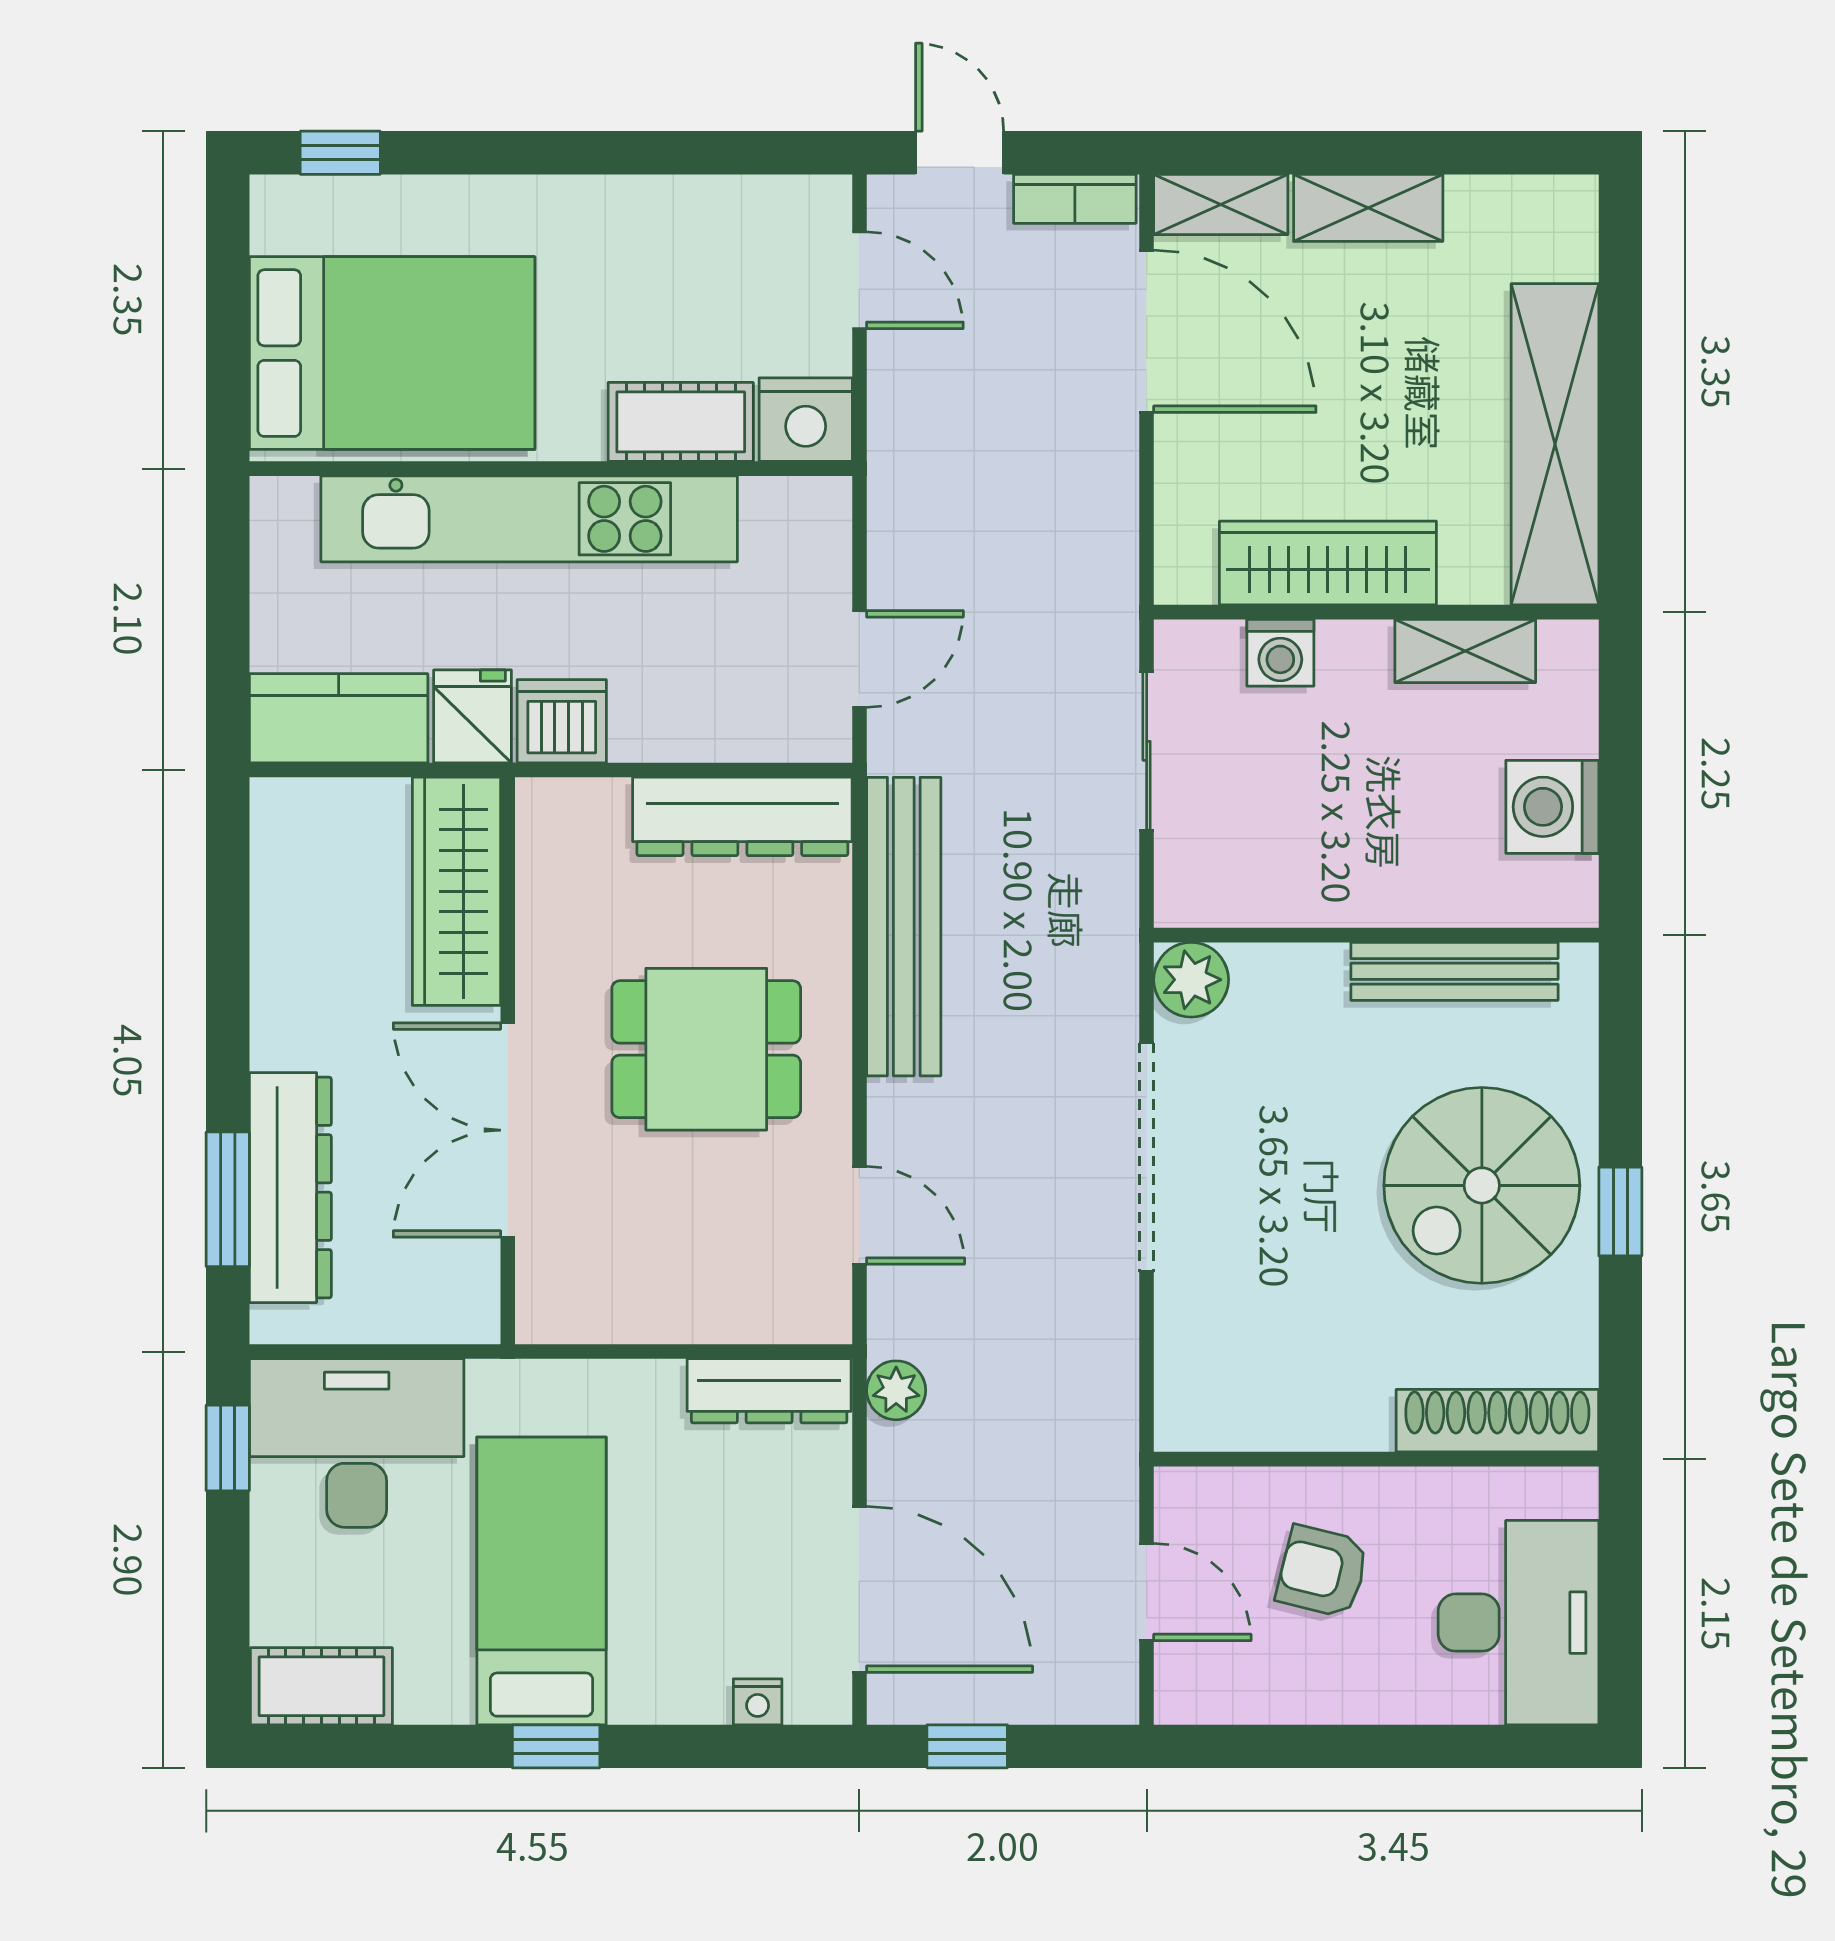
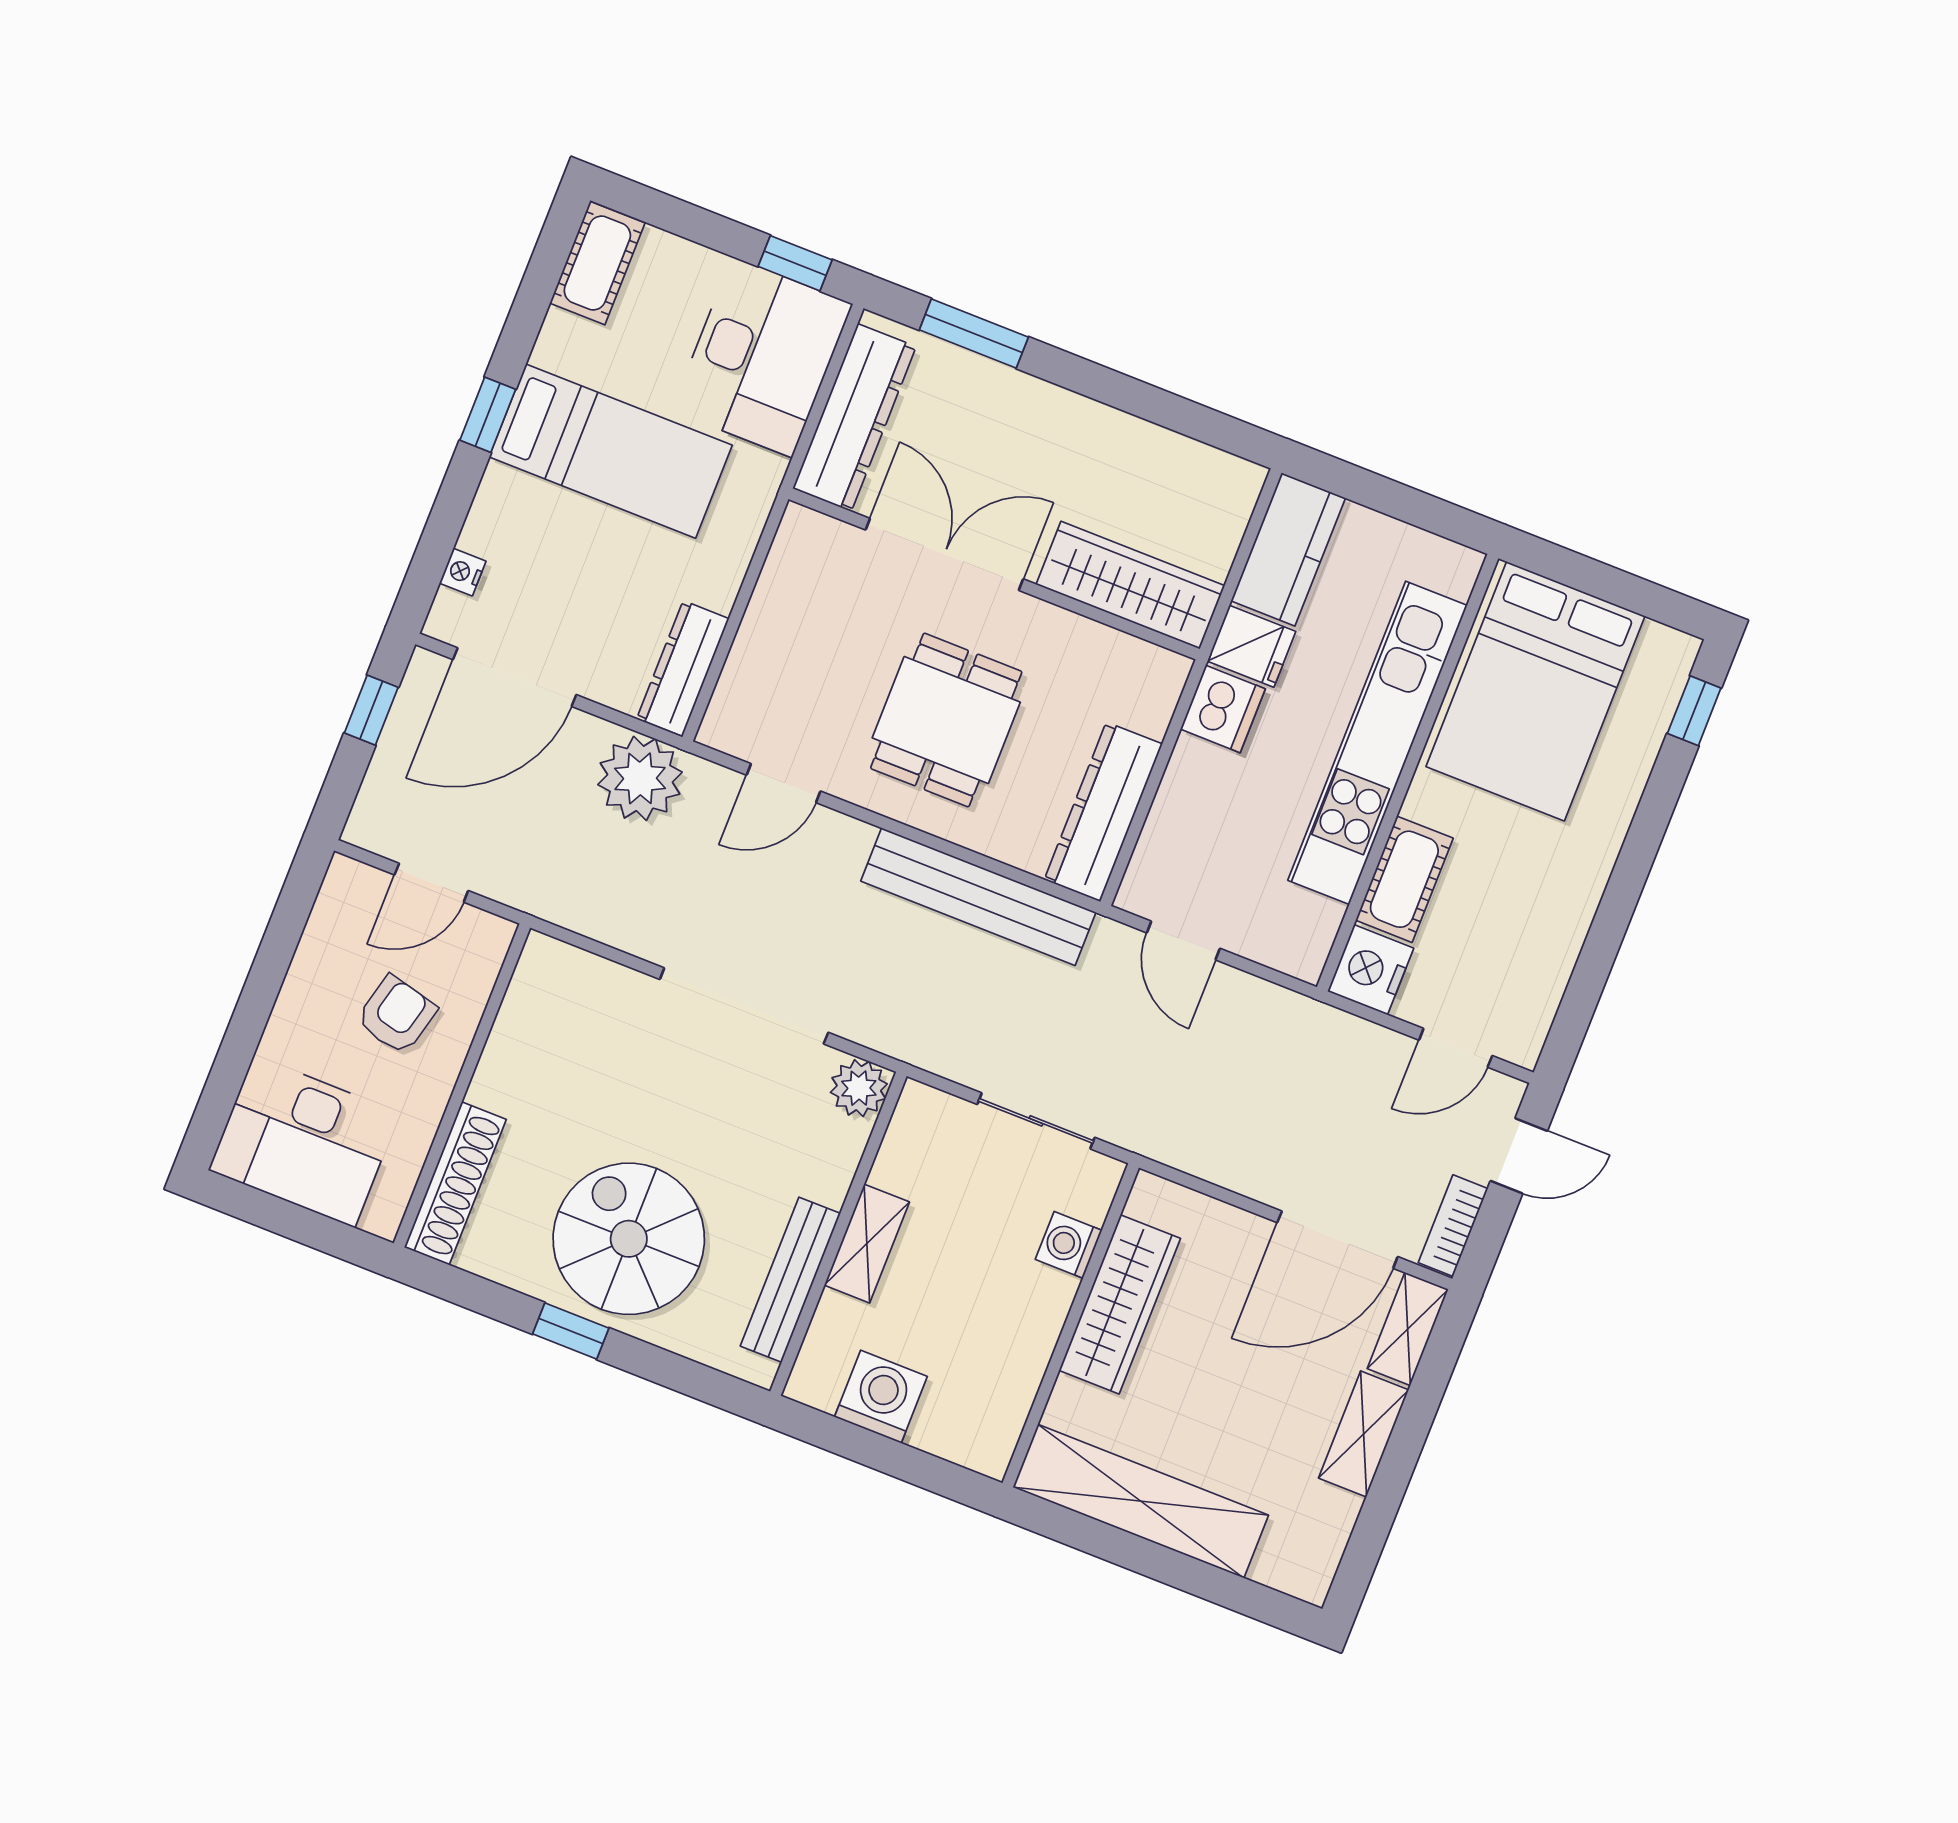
shelving: (1465, 651) -> (867, 1244), moved
dresser: (290, 1188) -> (854, 418), moved, turned -90
plant: (896, 1390) -> (640, 778), width x1.87, depth x1.87

